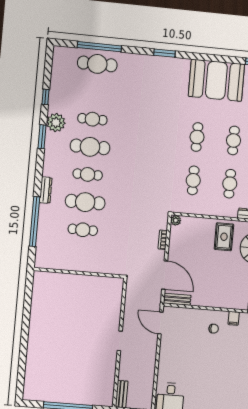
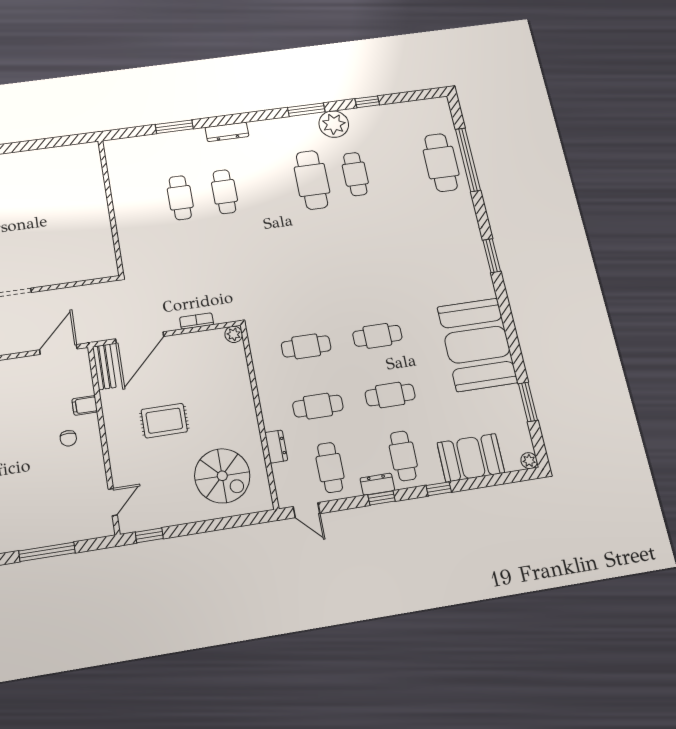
cafe table: (88, 174) -> (268, 186), removed
cafe table: (85, 202) -> (224, 192), width x0.73, depth x0.74
window: (35, 222) -> (174, 127), width x0.47
rug: (224, 237) -> (164, 421), moved
filing cabinet: (234, 318) -> (85, 405), moved

